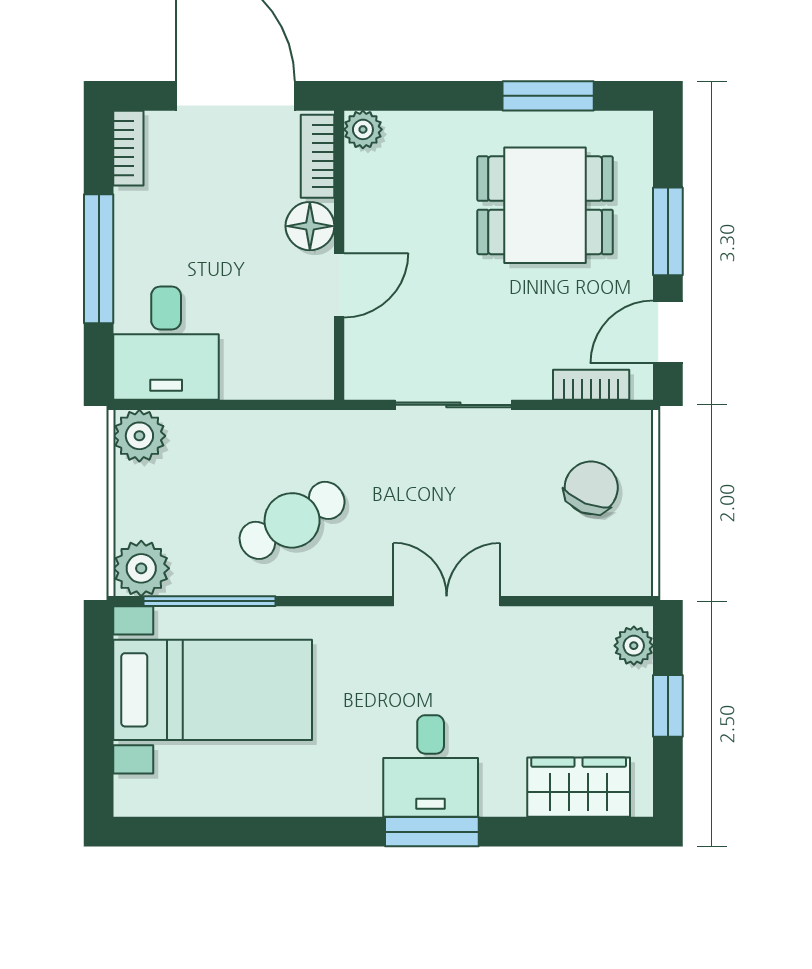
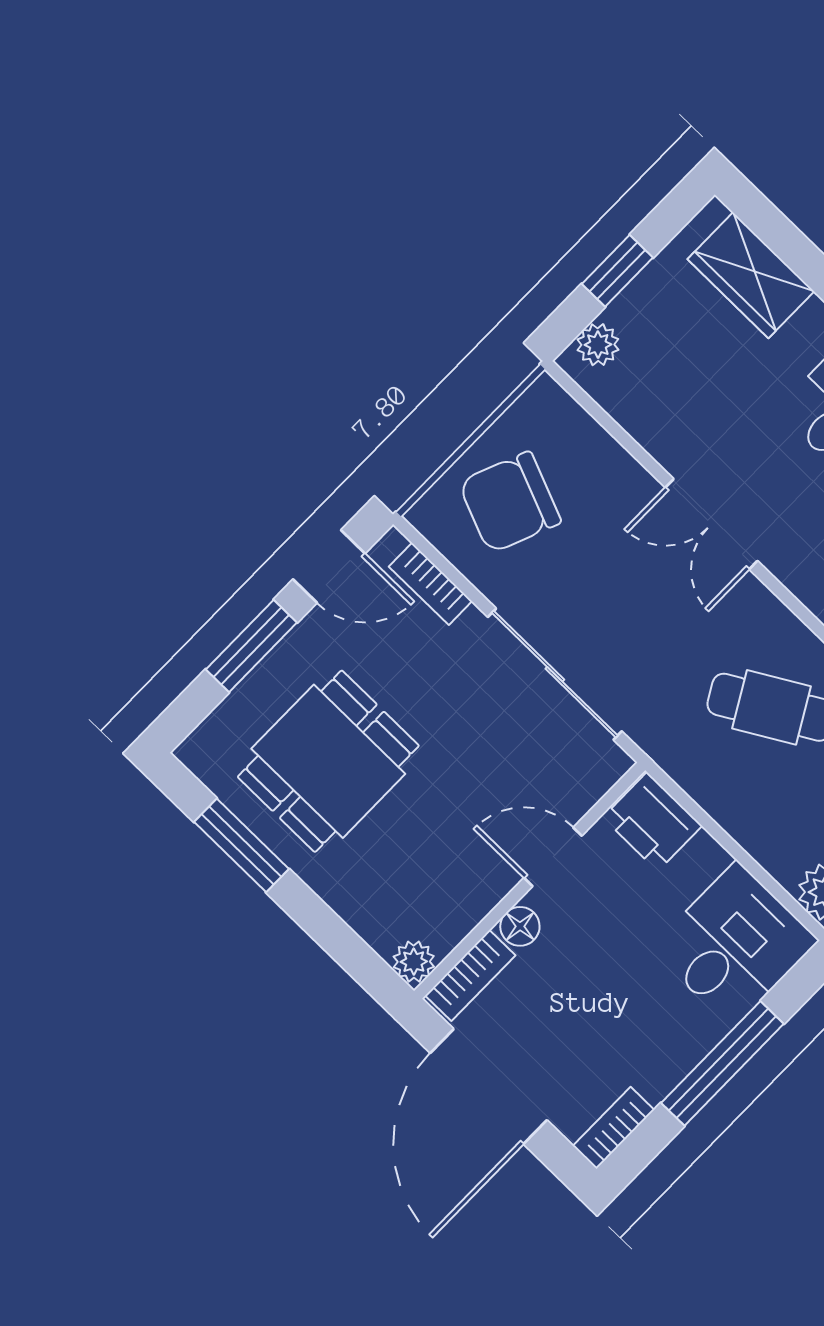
dining table: (545, 205) -> (328, 761), turned 90
floor lamp: (310, 226) -> (520, 926), width x0.73, depth x0.73
printer: (297, 371) -> (652, 822), added
sliding door: (453, 405) -> (555, 674), width x1.37
chair: (591, 488) -> (510, 502), width x1.37, depth x1.37

